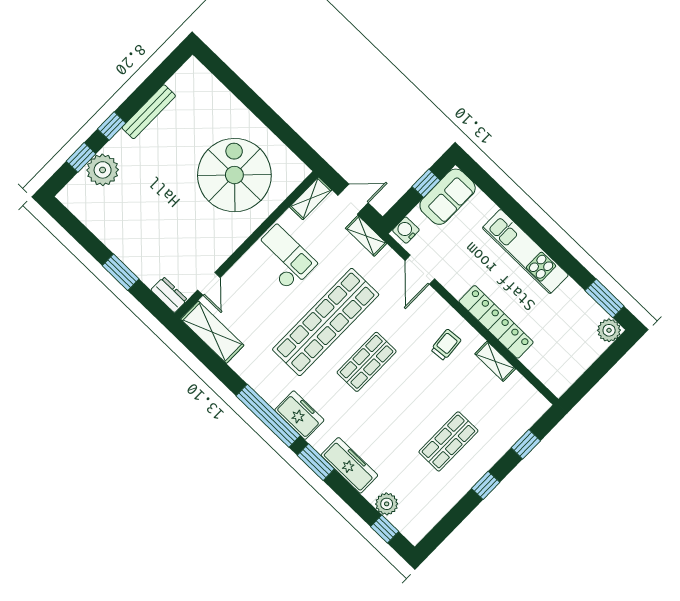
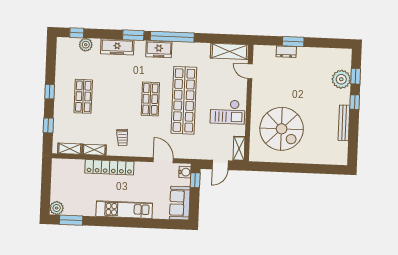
window: (426, 183) -> (195, 180), moved
shelving: (366, 236) -> (70, 149), moved
dresser: (169, 295) -> (286, 52), moved

